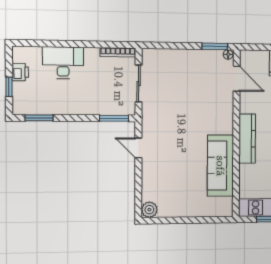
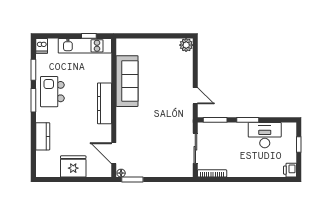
desk: (63, 63) -> (265, 135), moved, turned 180
printer: (20, 72) -> (290, 170), moved
window: (39, 118) -> (248, 120), moved

